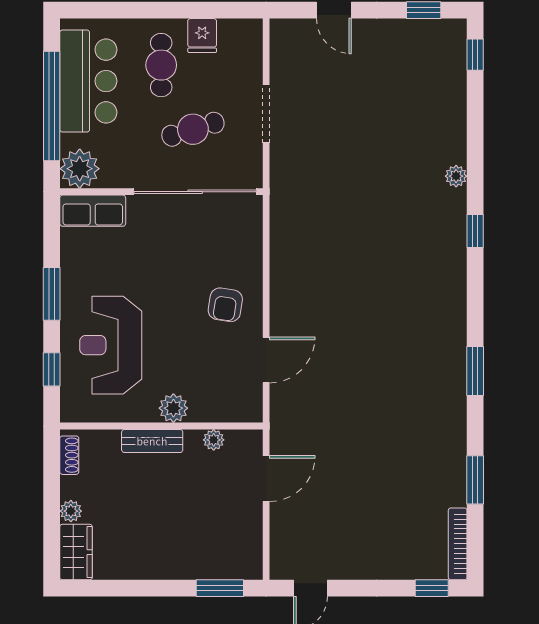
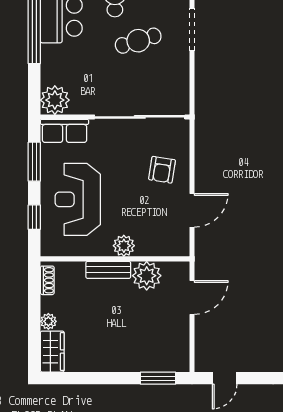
plant: (80, 169) -> (55, 100), moved
wall: (161, 192) -> (115, 117), moved
sliding door: (195, 192) -> (140, 117), moved
row of seats: (93, 211) -> (64, 131), moved
plant: (214, 440) -> (147, 276), width x1.88, depth x1.88

